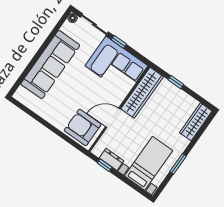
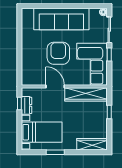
armchair: (83, 127) -> (58, 53), moved

